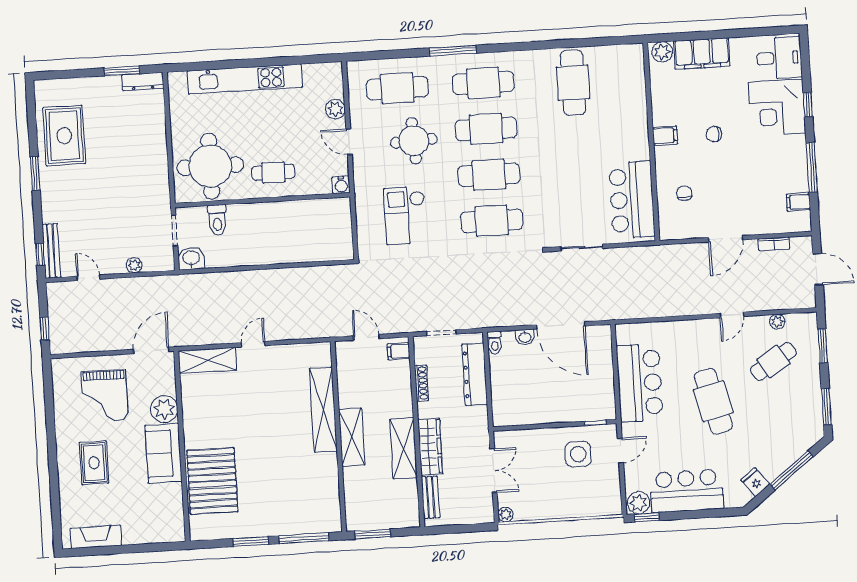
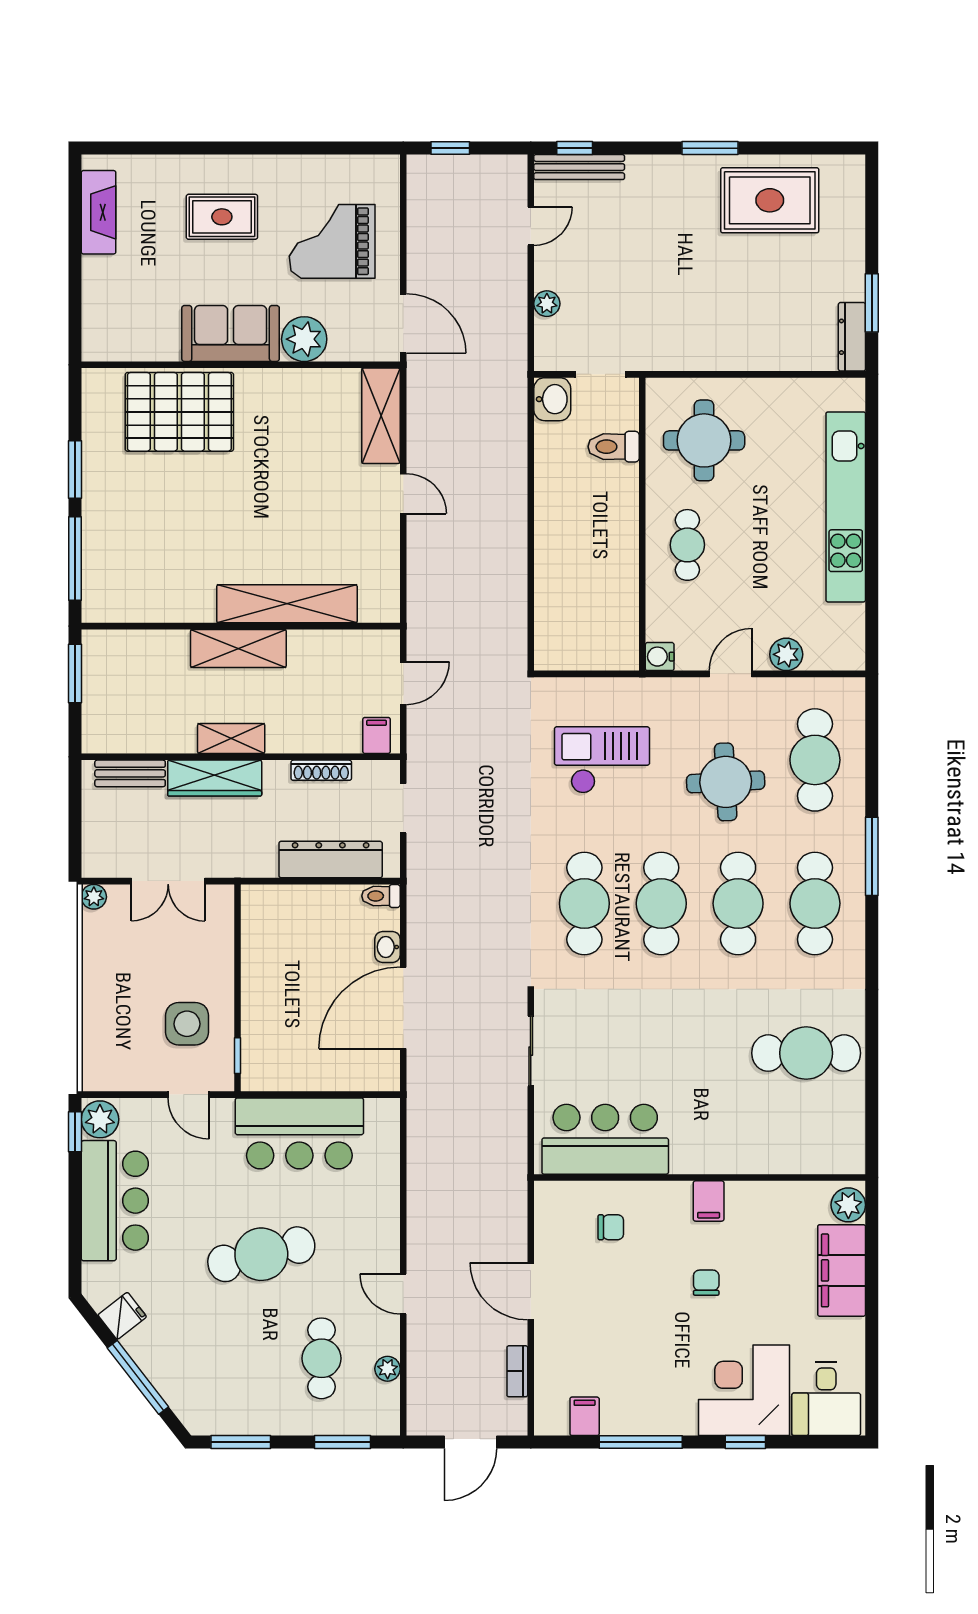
round table: (210, 166) -> (704, 440), width x0.73, depth x0.73
cafe table: (773, 361) -> (322, 1358), turned 32
shelving: (404, 448) -> (231, 739), width x0.67, depth x0.75

